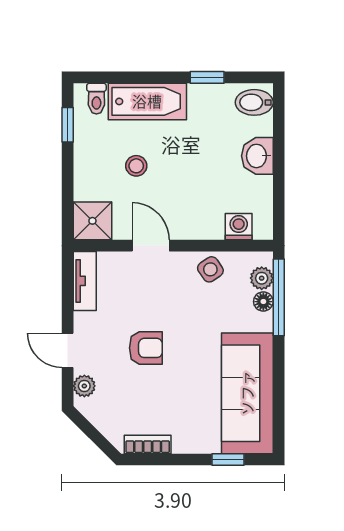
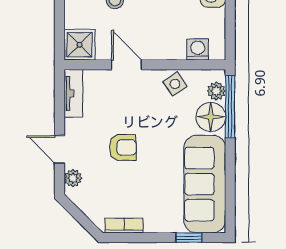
floor lamp: (263, 302) -> (211, 117), width x1.89, depth x1.89

